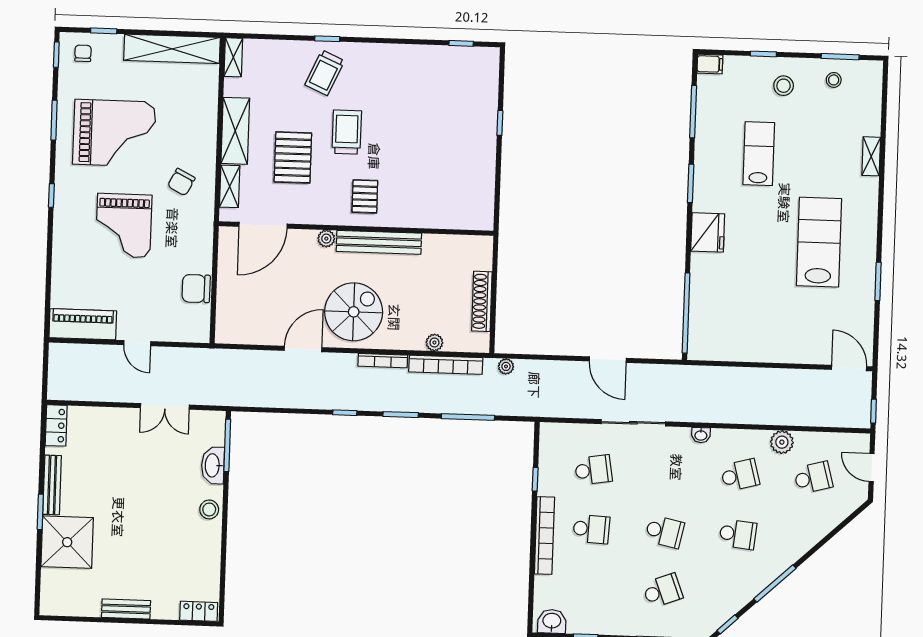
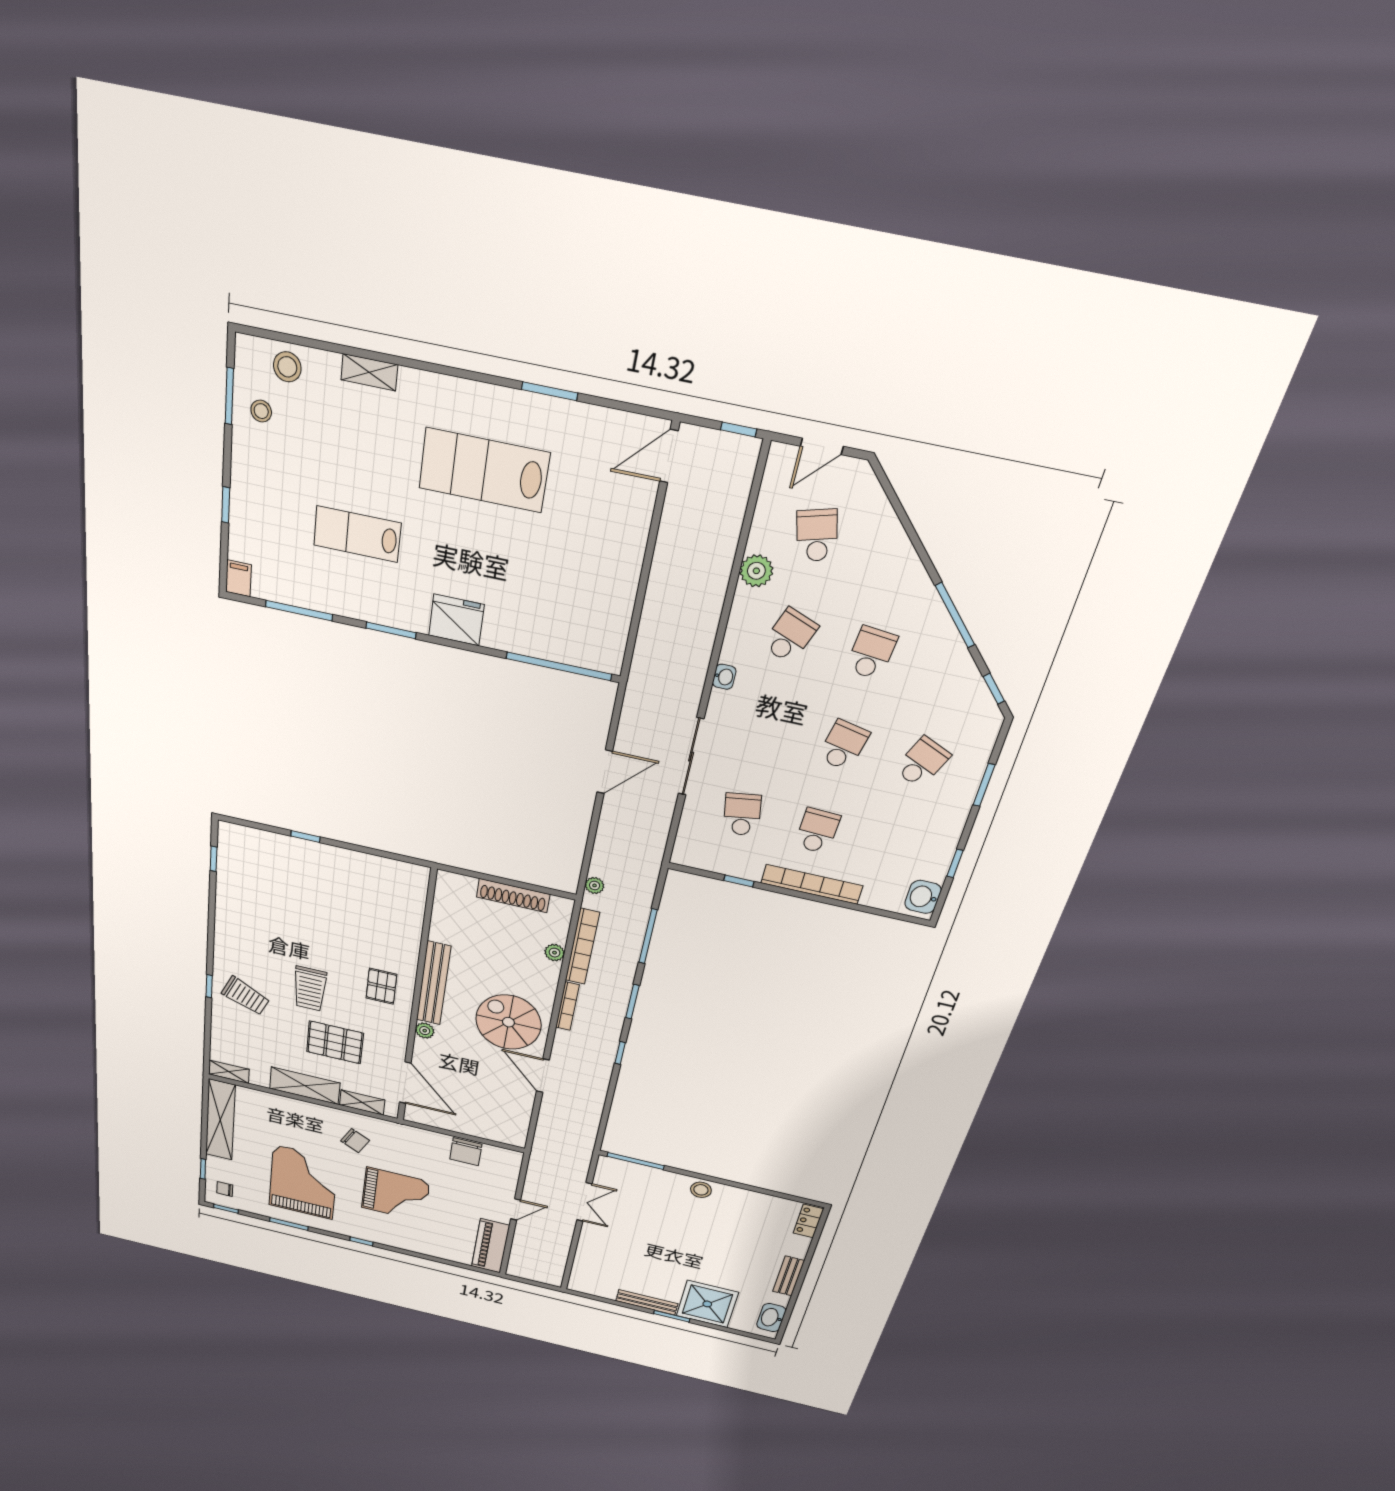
stool: (784, 86) -> (287, 367), moved
trolley: (347, 132) -> (310, 989), turned -90
pallet: (365, 196) -> (381, 986), turned 90
locker: (56, 425) -> (588, 1287), removed
washbasin: (213, 465) -> (771, 1318), moved, turned 90
school desk: (740, 475) -> (790, 636), turned 36
school desk: (663, 591) -> (922, 762), turned 45

